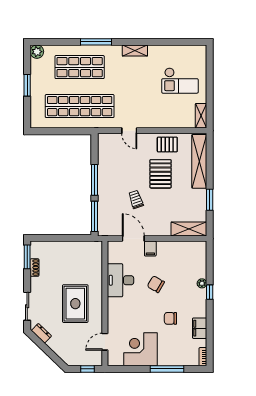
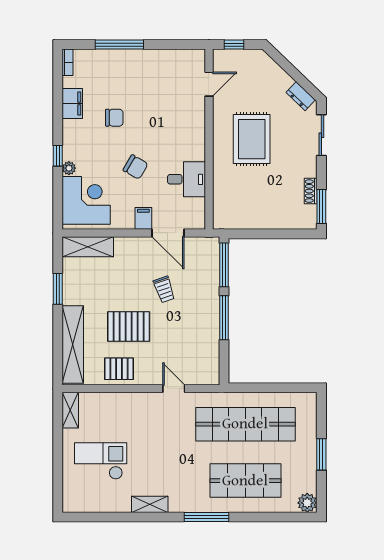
window: (96, 42) -> (206, 517), moved
shelving: (135, 51) -> (150, 504), moved
pallet: (161, 174) -> (129, 326), turned 90
desk: (120, 280) -> (187, 179), width x0.73
corner desk: (140, 349) -> (86, 200), moved, turned -90

